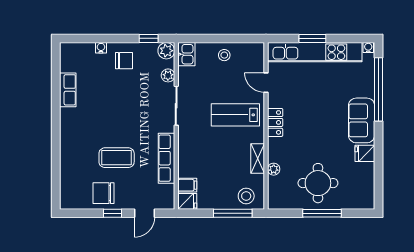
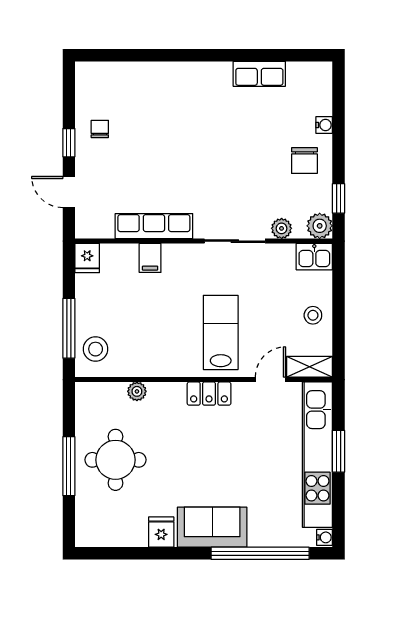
coffee table: (117, 158) -> (155, 149), removed
shelving: (258, 158) -> (310, 367), moved
filing cabinet: (187, 185) -> (150, 258), moved
chair: (103, 193) -> (100, 129), width x0.54, depth x0.54

